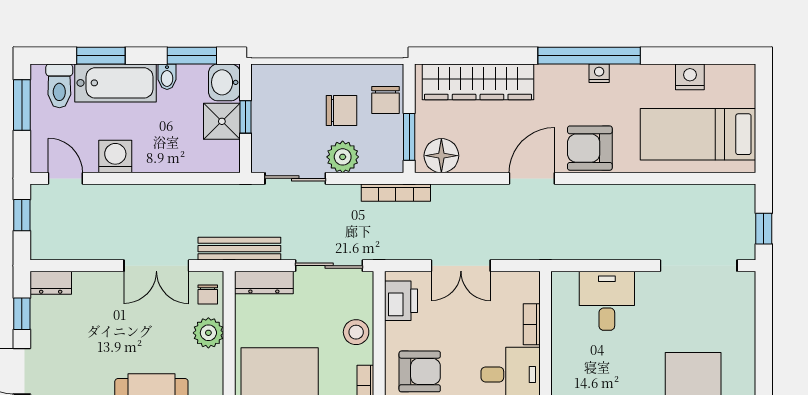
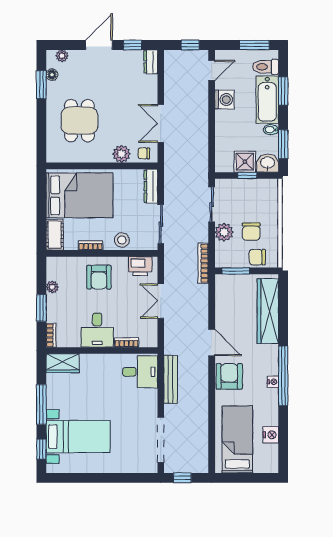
floor lamp: (441, 156) -> (225, 290), removed
bench: (239, 249) -> (171, 379), moved
desk: (607, 301) -> (140, 372), moved

